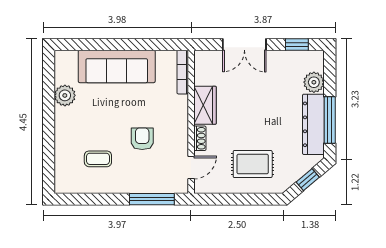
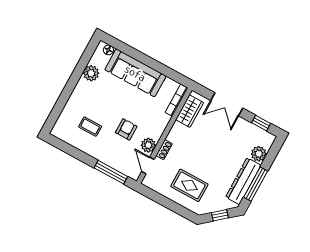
floor lamp: (70, 57) -> (108, 50), added
wardrobe: (205, 105) -> (190, 111), moved
plant: (178, 143) -> (148, 145), added
door: (191, 167) -> (148, 166), swing flipped

